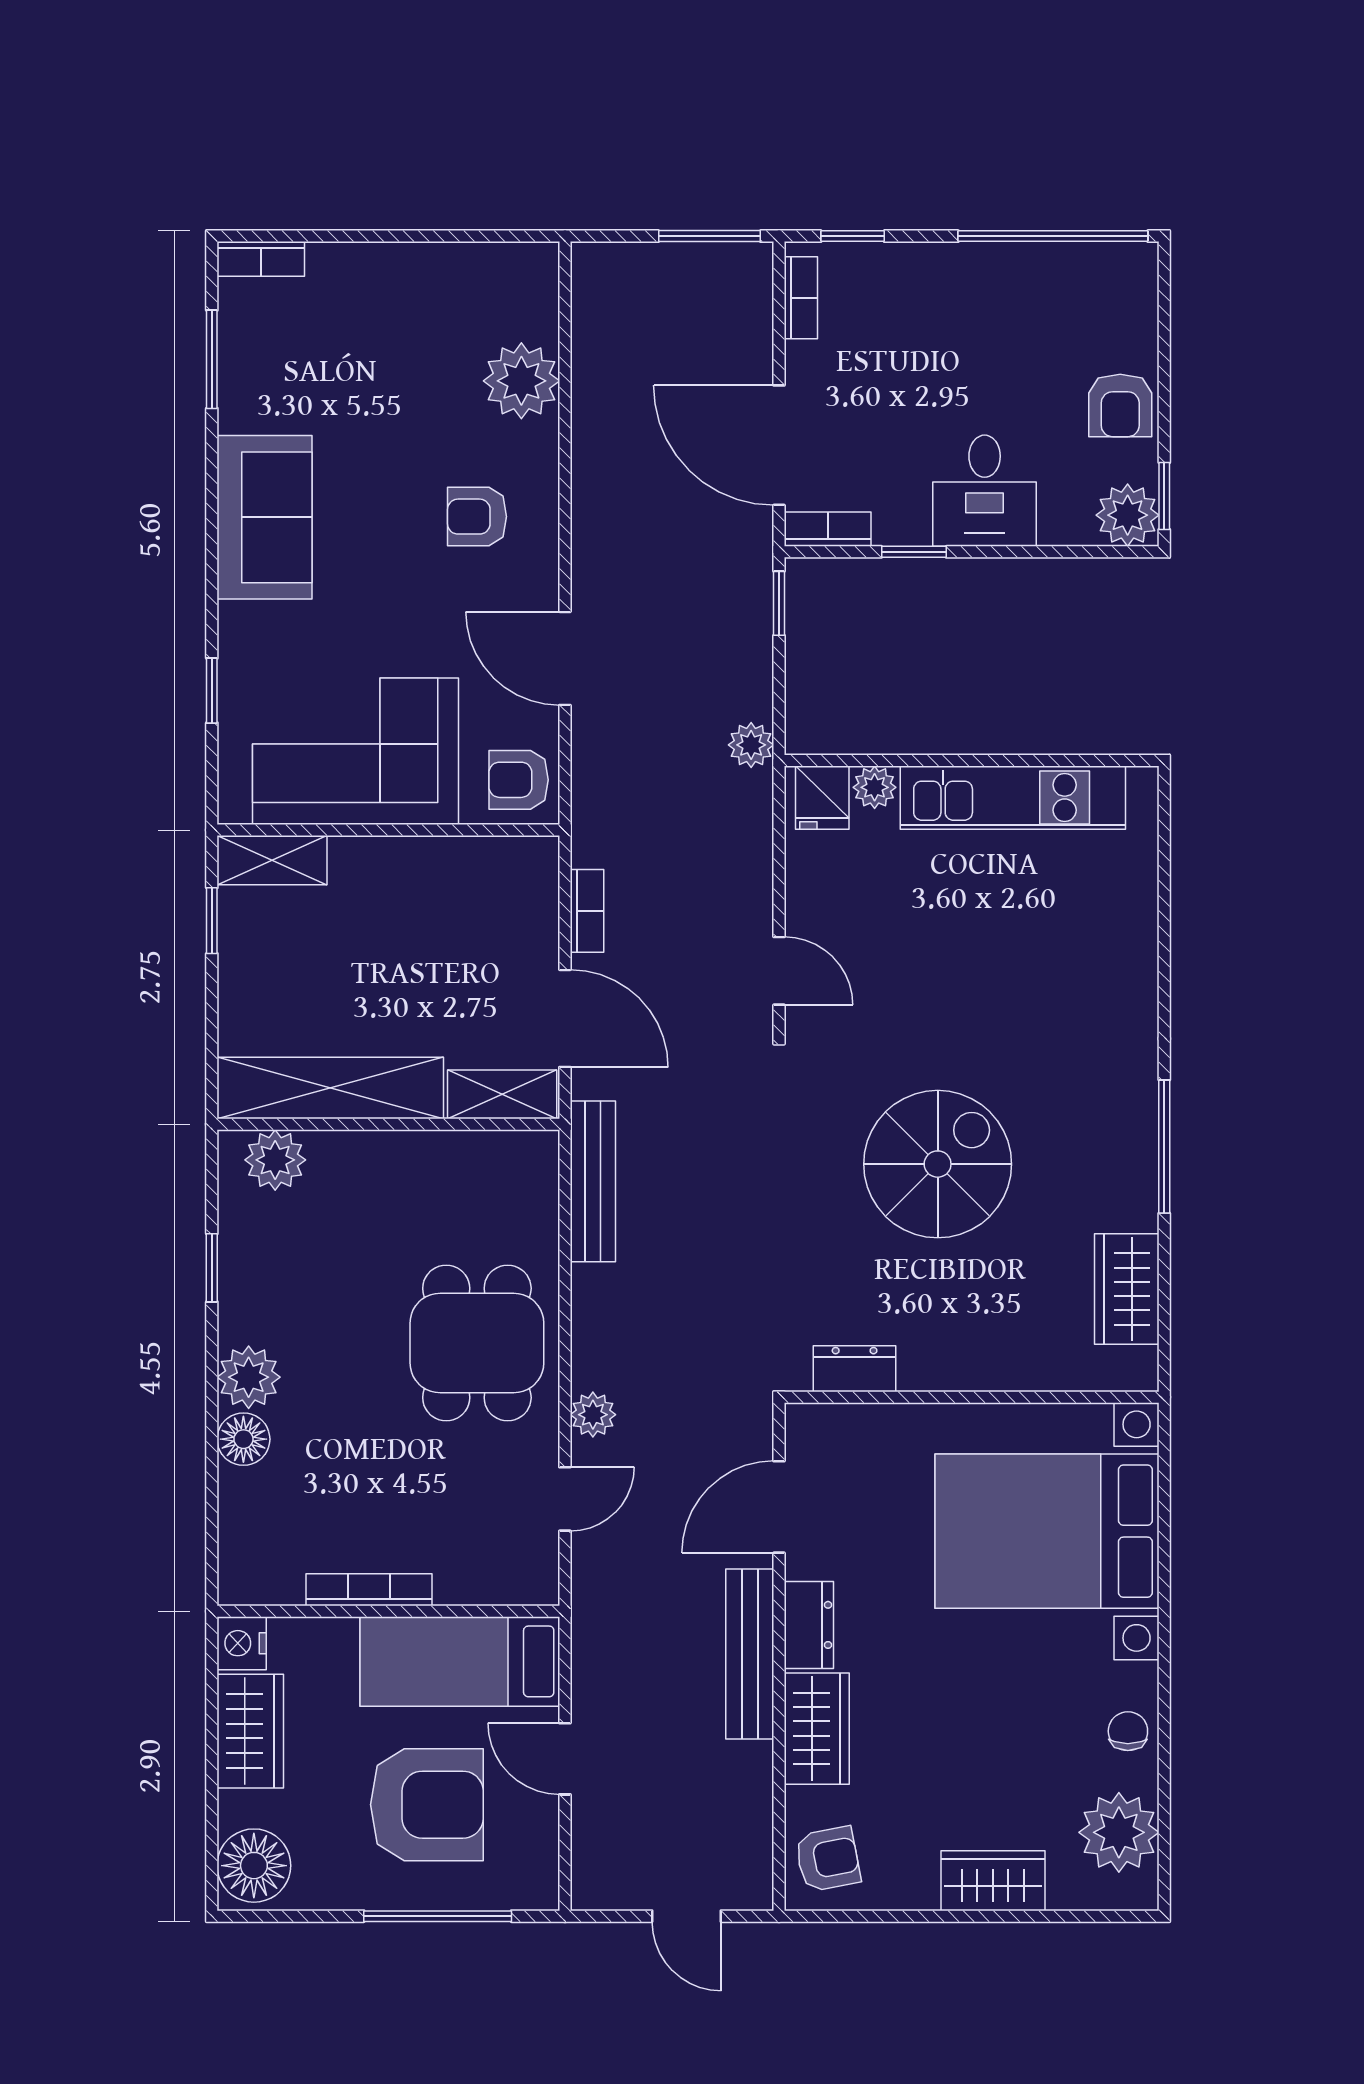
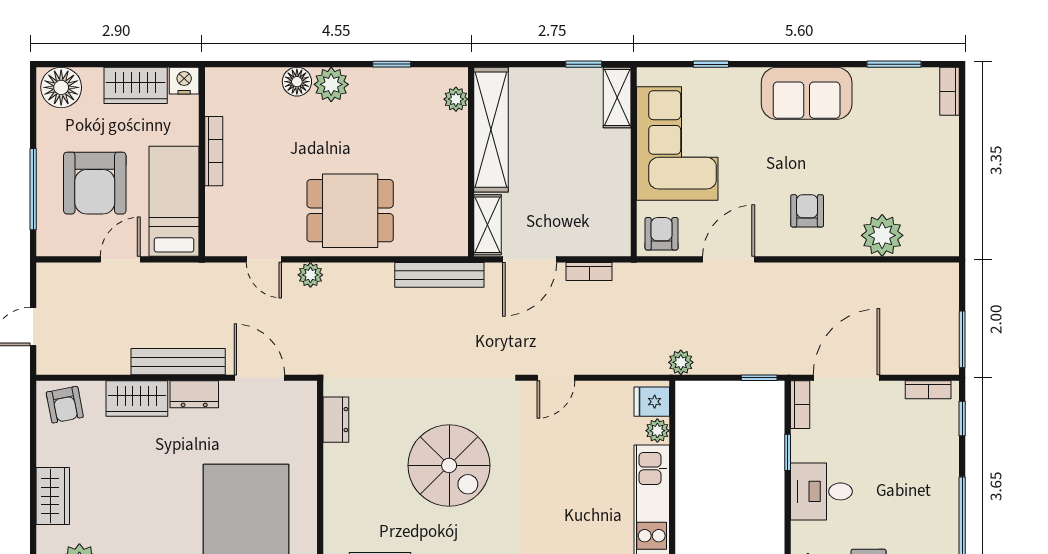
plant: (275, 1160) -> (456, 99), width x0.73, depth x0.73

